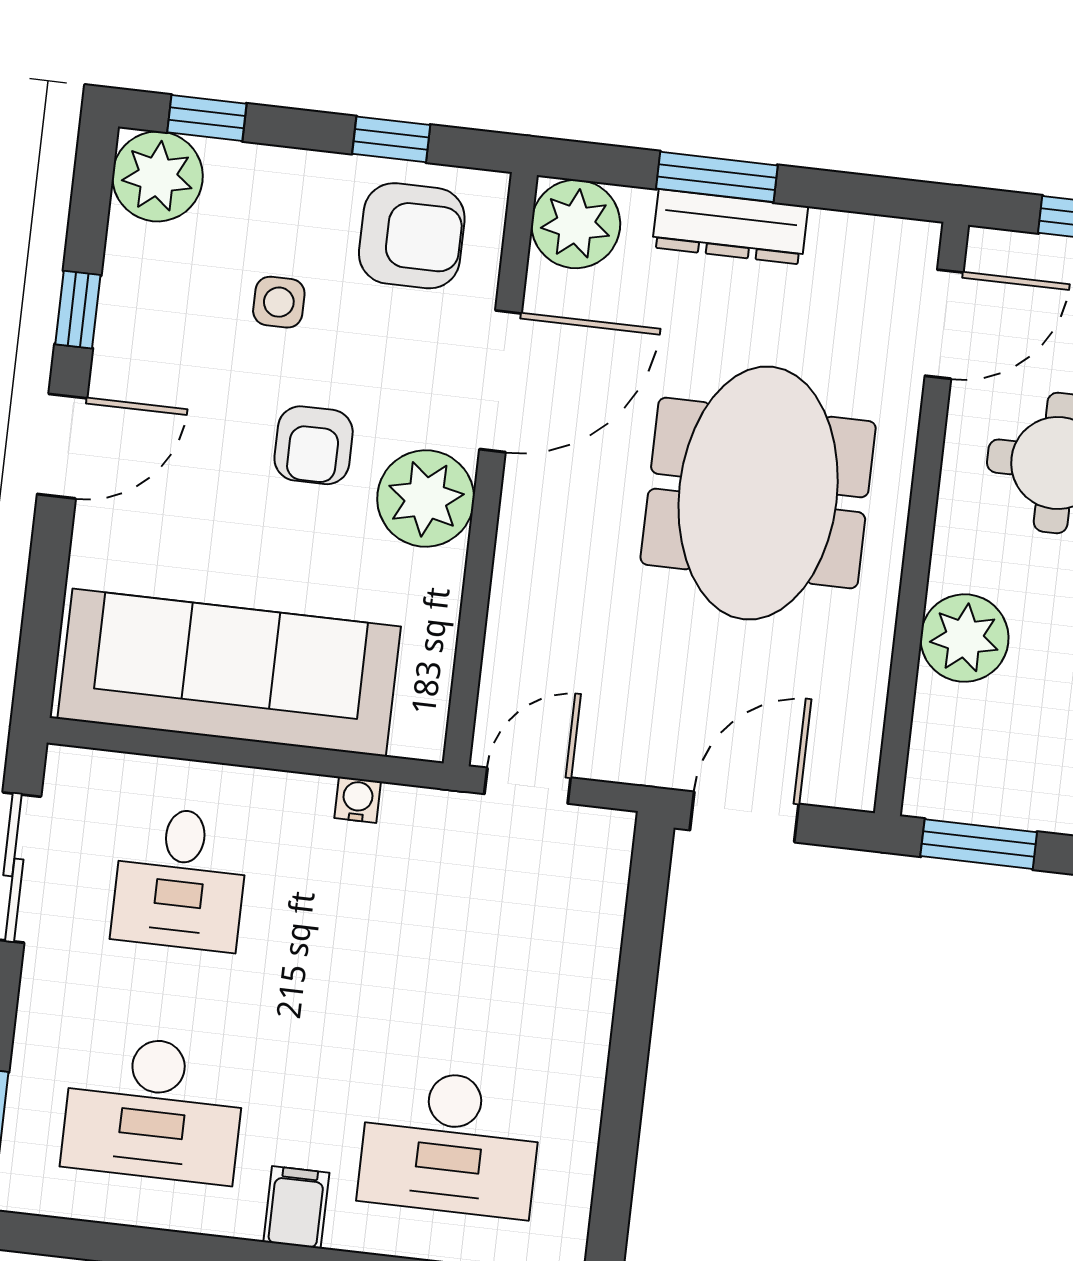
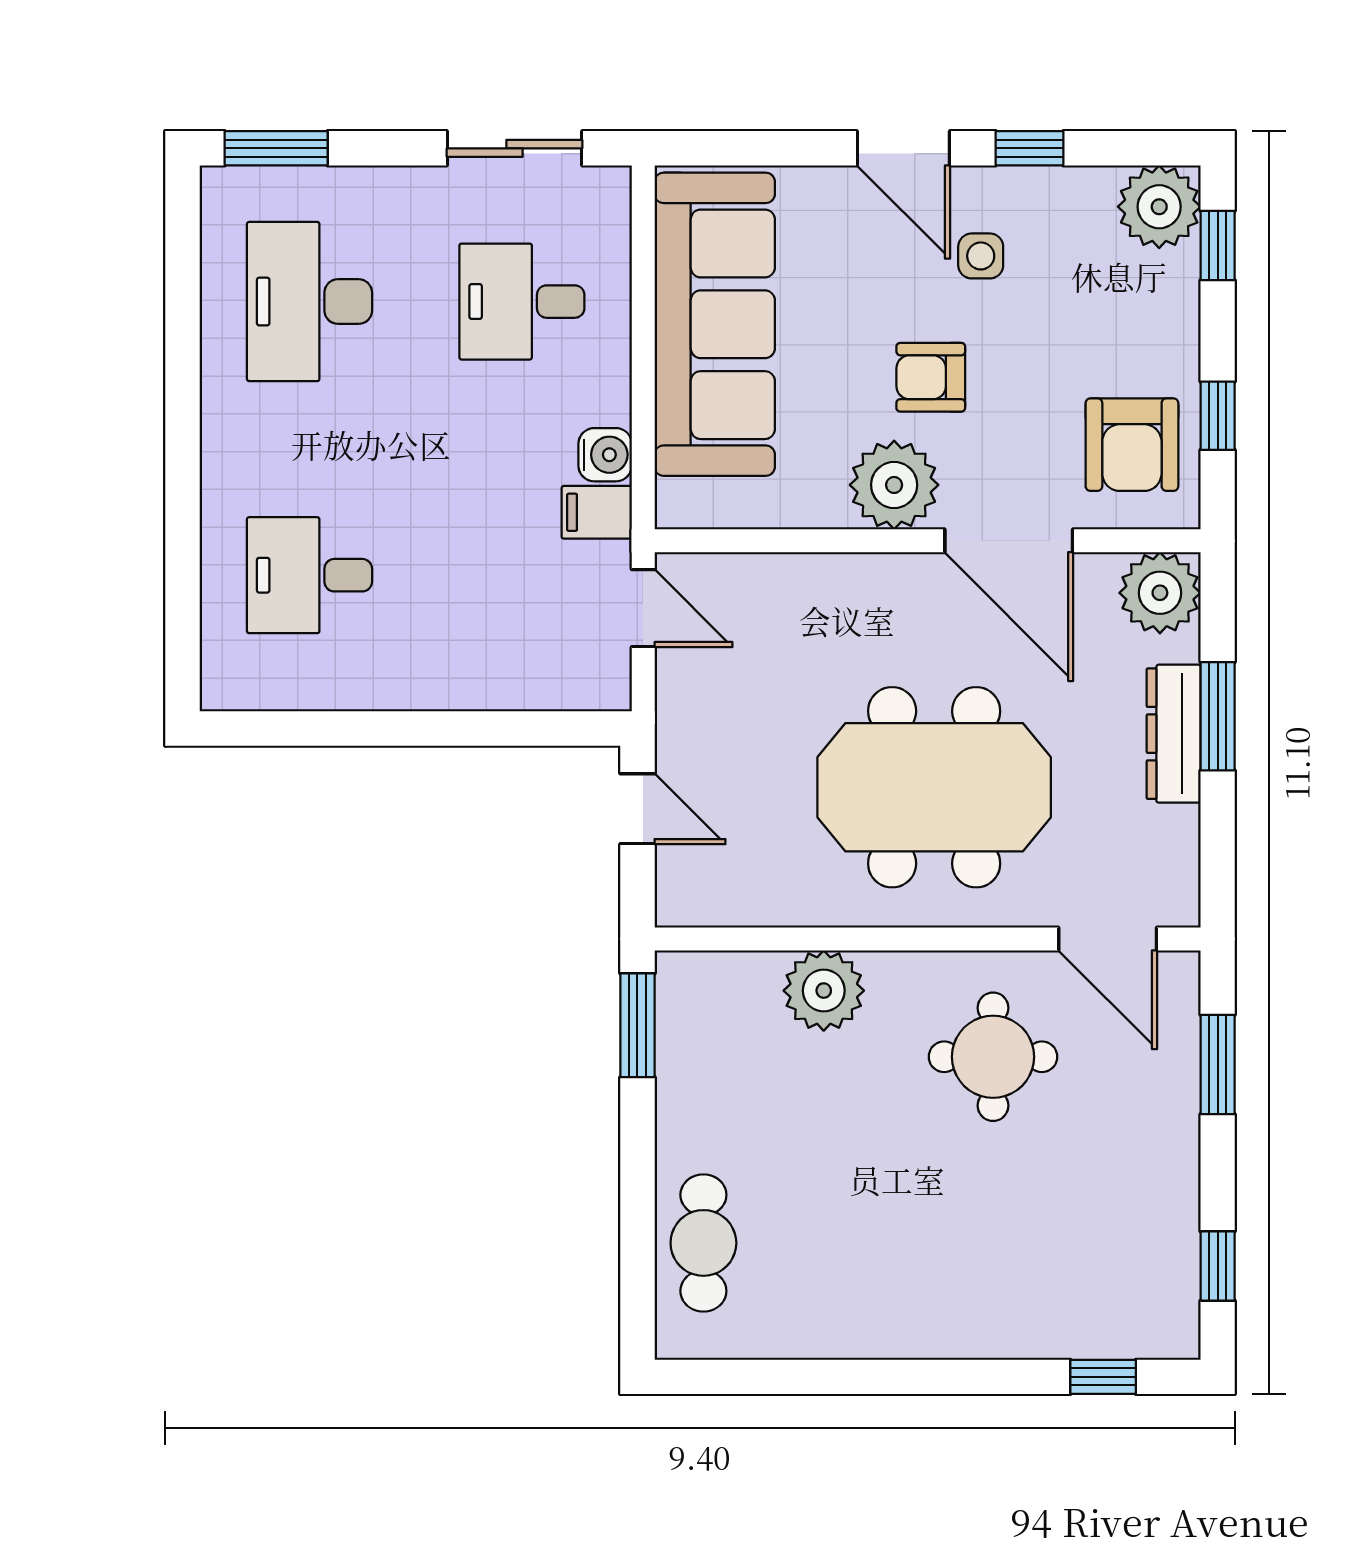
side table: (279, 302) -> (981, 256), moved
water cooler: (358, 800) -> (605, 455), width x1.38, depth x1.38
door: (744, 817) -> (637, 809), width x0.73
desk: (450, 1143) -> (309, 575), width x0.73
filing cabinet: (296, 1207) -> (597, 512), moved, turned 180

